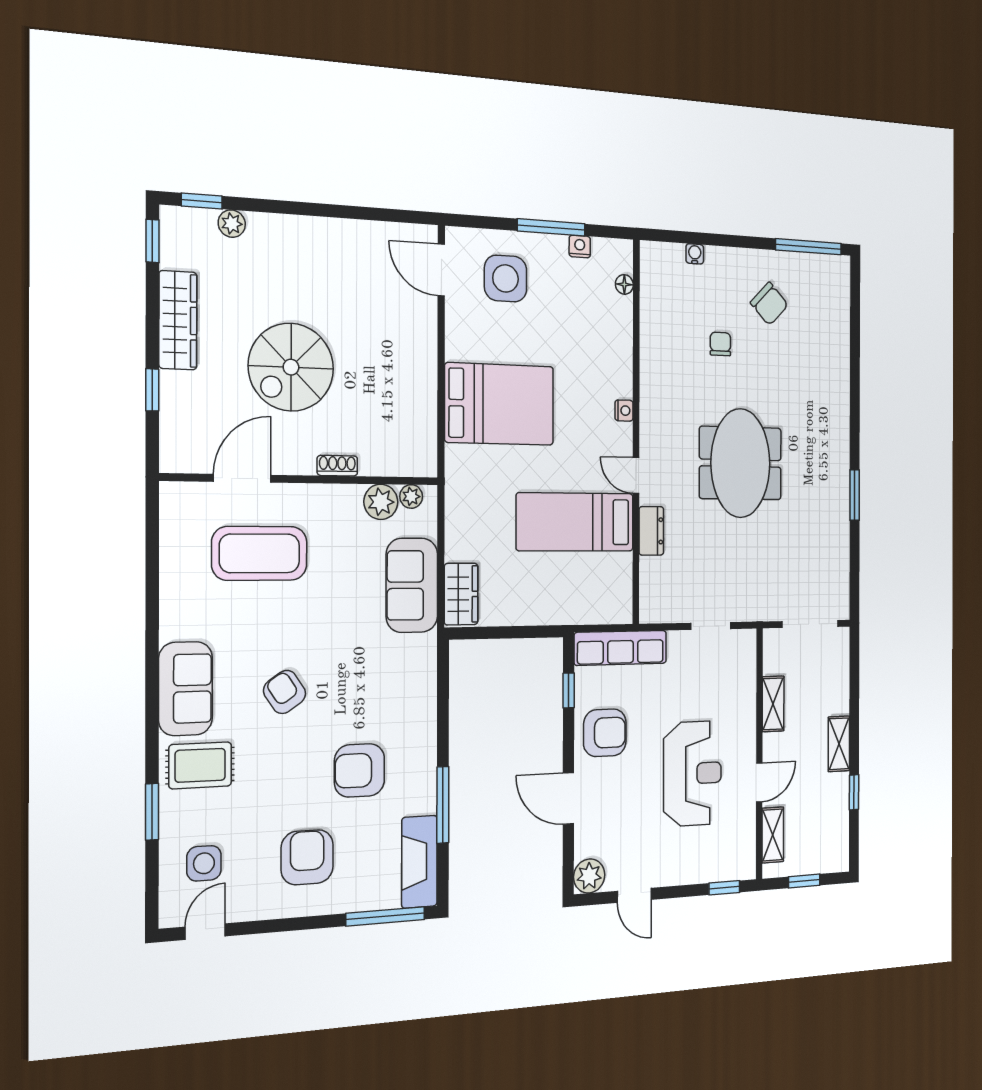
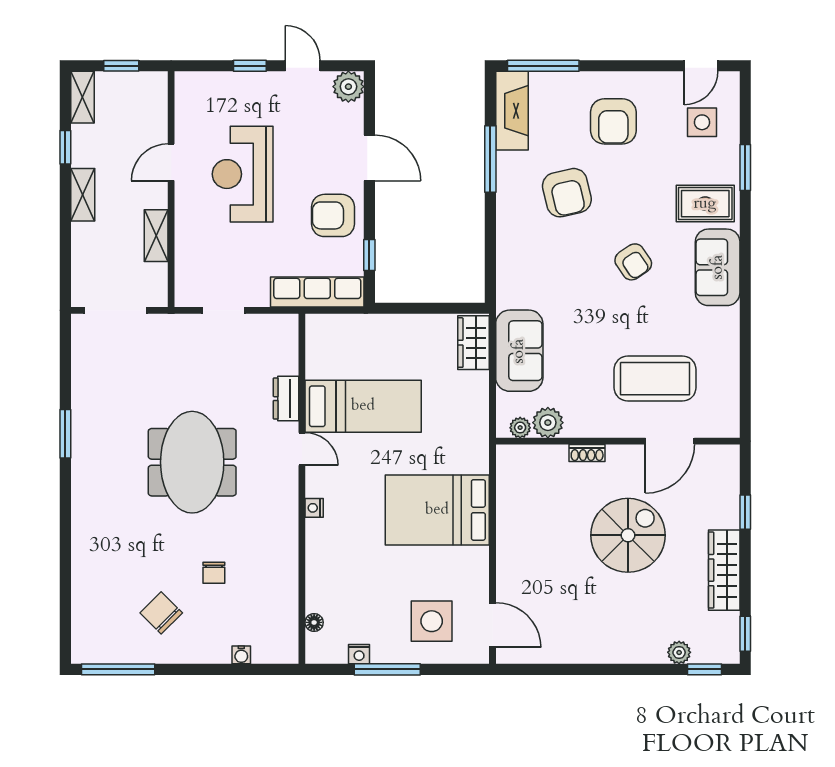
armchair: (359, 770) -> (567, 193), turned 77
shelving: (773, 835) -> (83, 97), moved
window: (724, 888) -> (250, 66), moved

